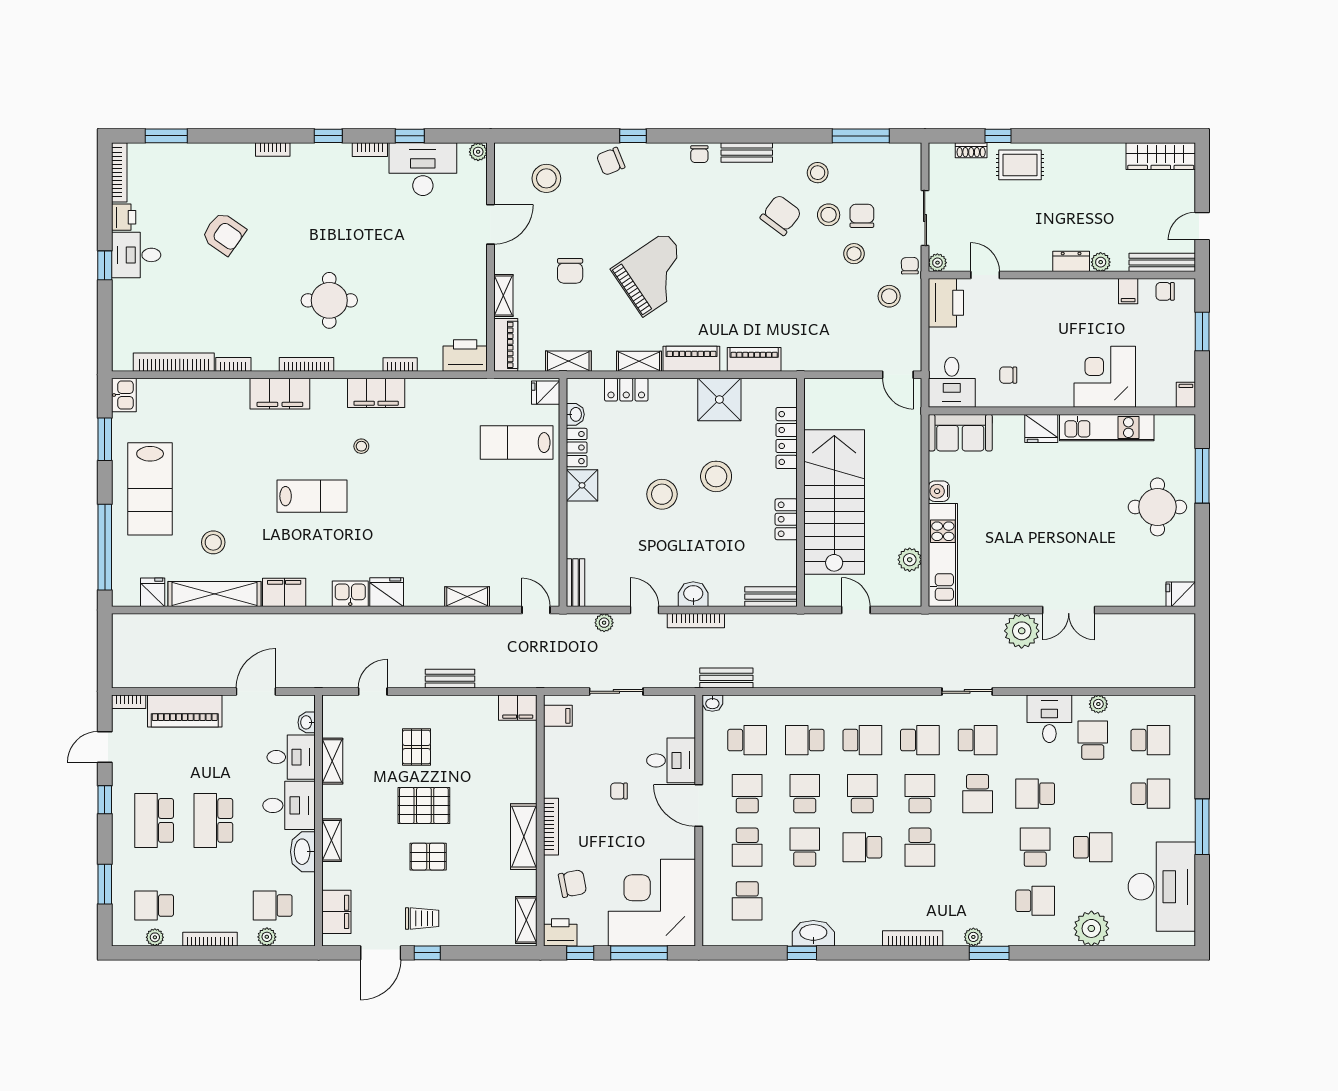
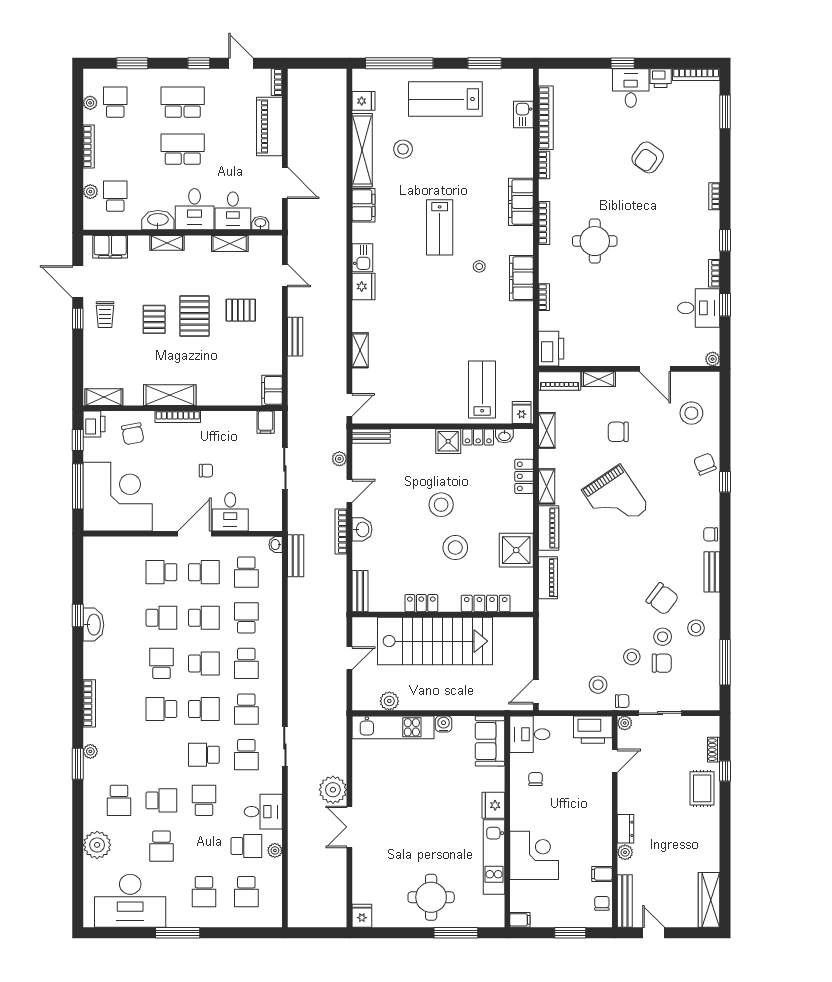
desk: (423, 169) -> (699, 308), width x0.73
kitchen sink: (124, 395) -> (523, 114), moved, turned 90
chair: (619, 791) -> (206, 471), turned 90
school desk: (747, 901) -> (119, 572), removed

